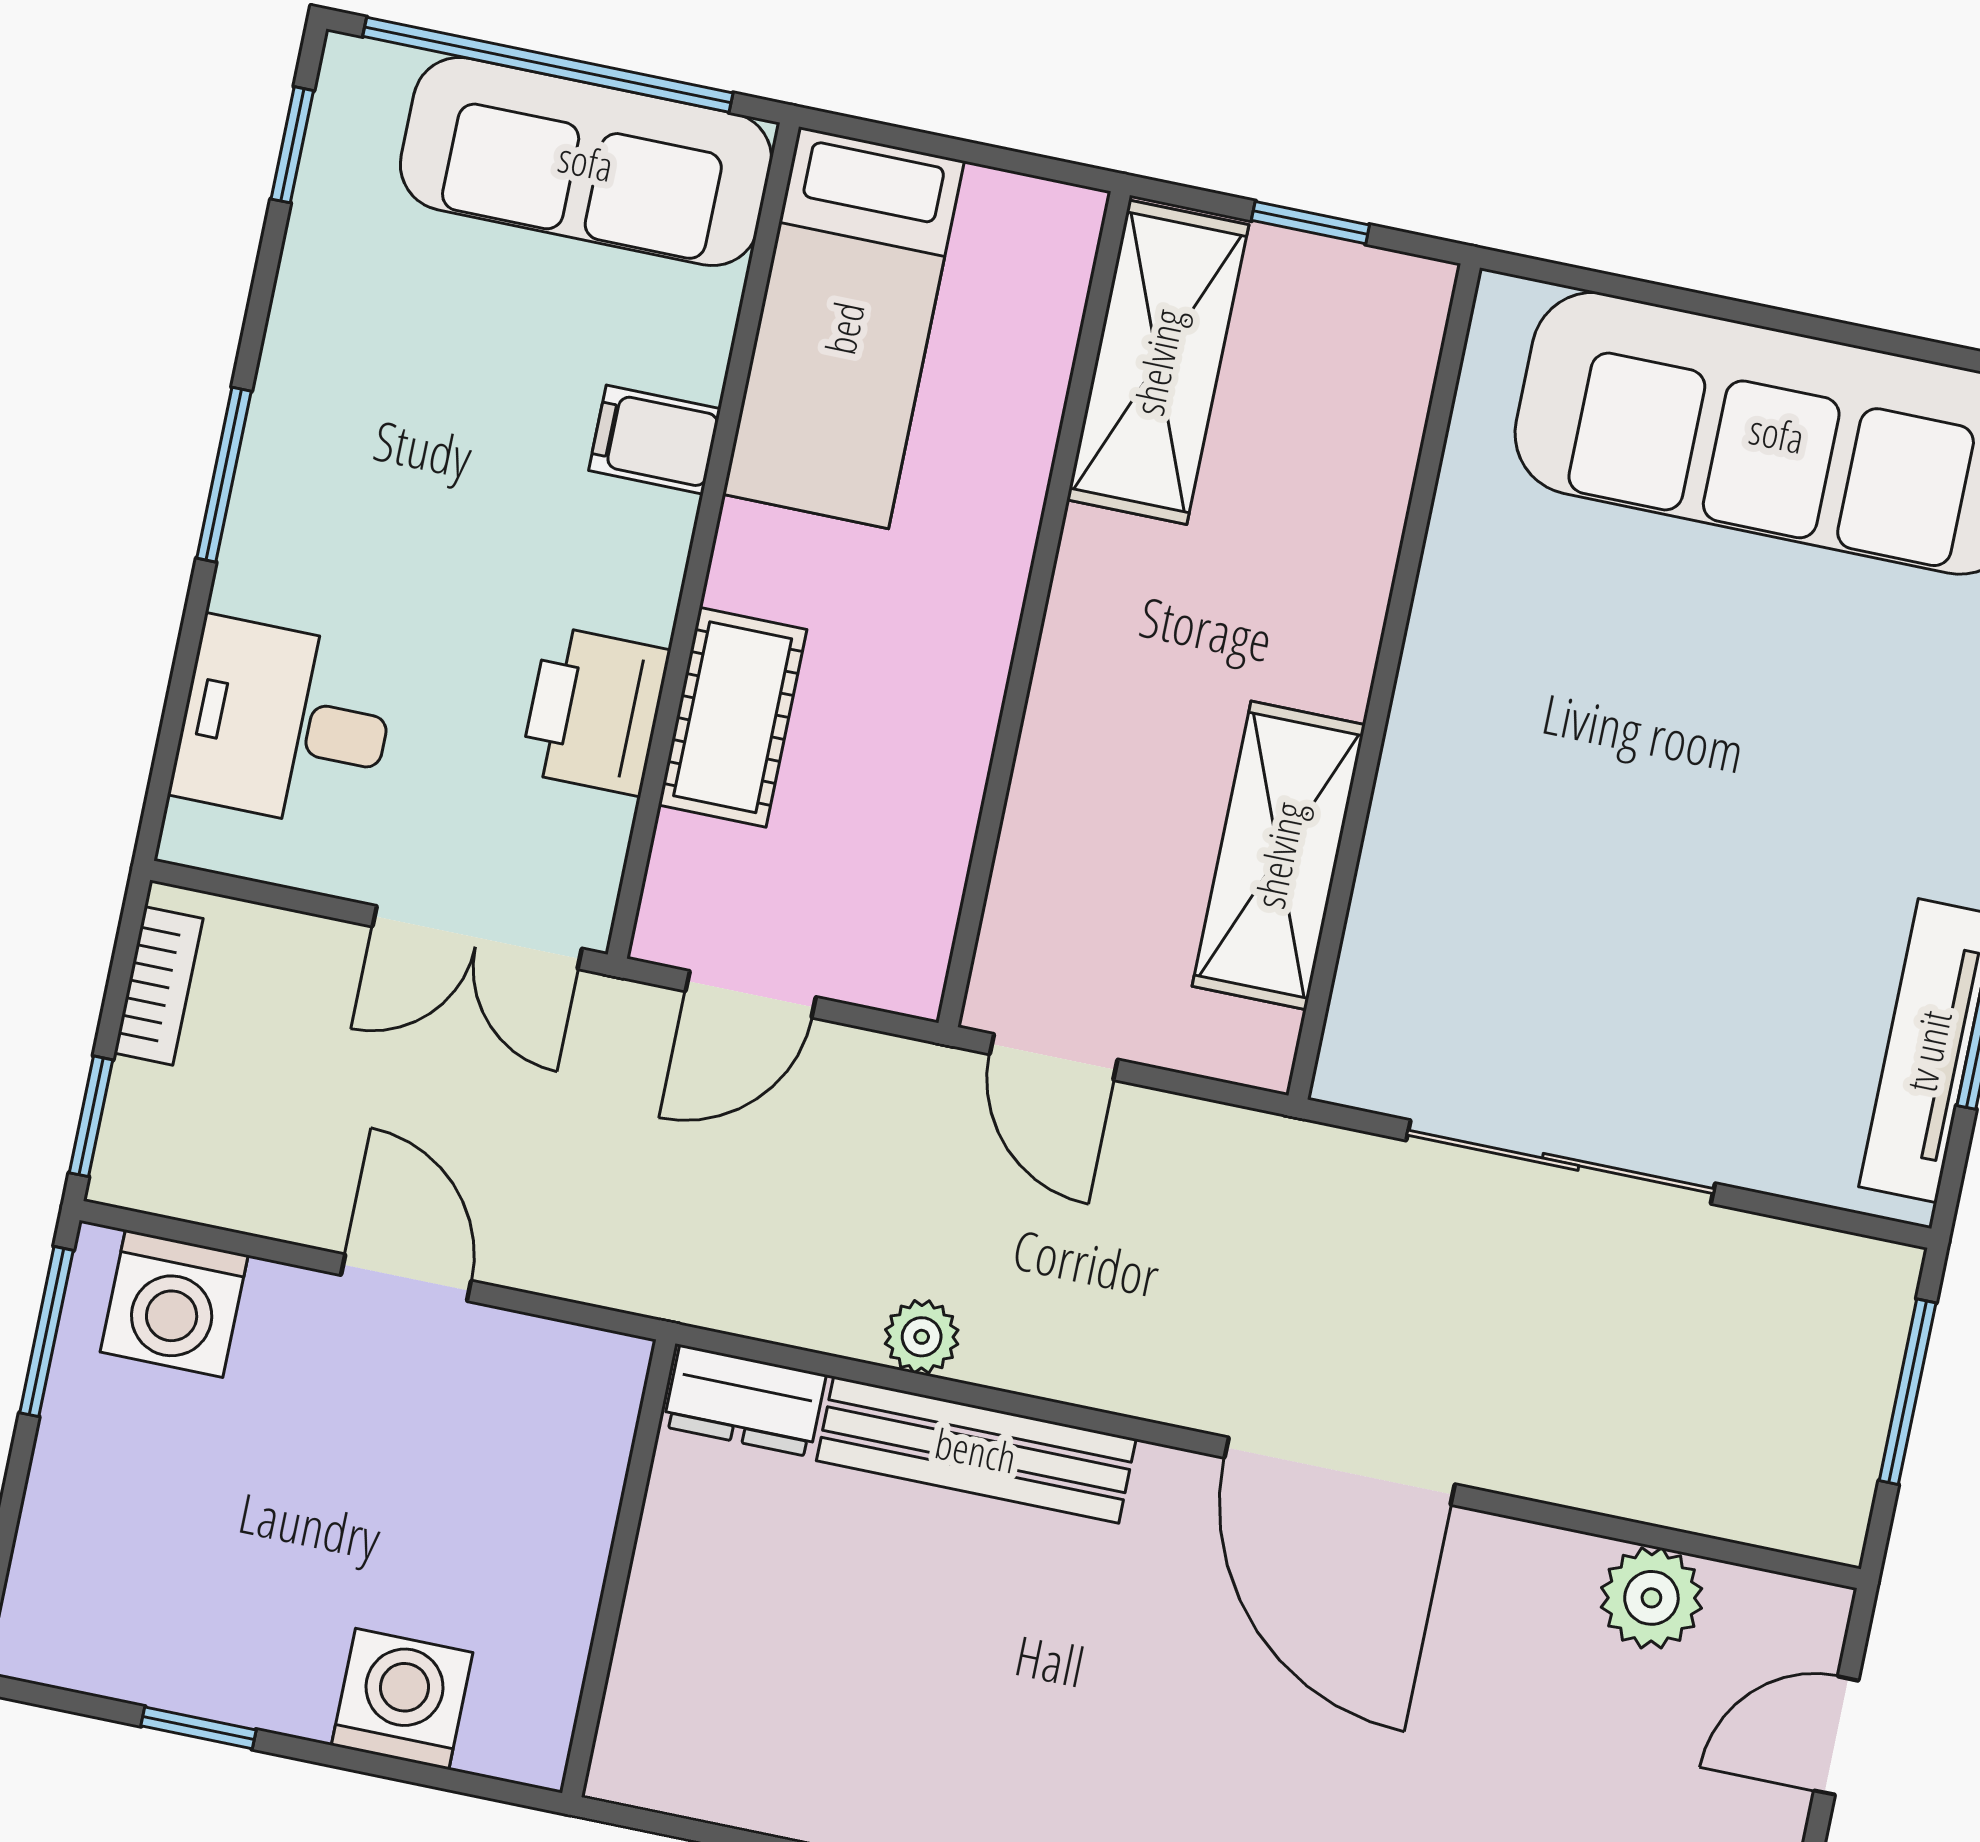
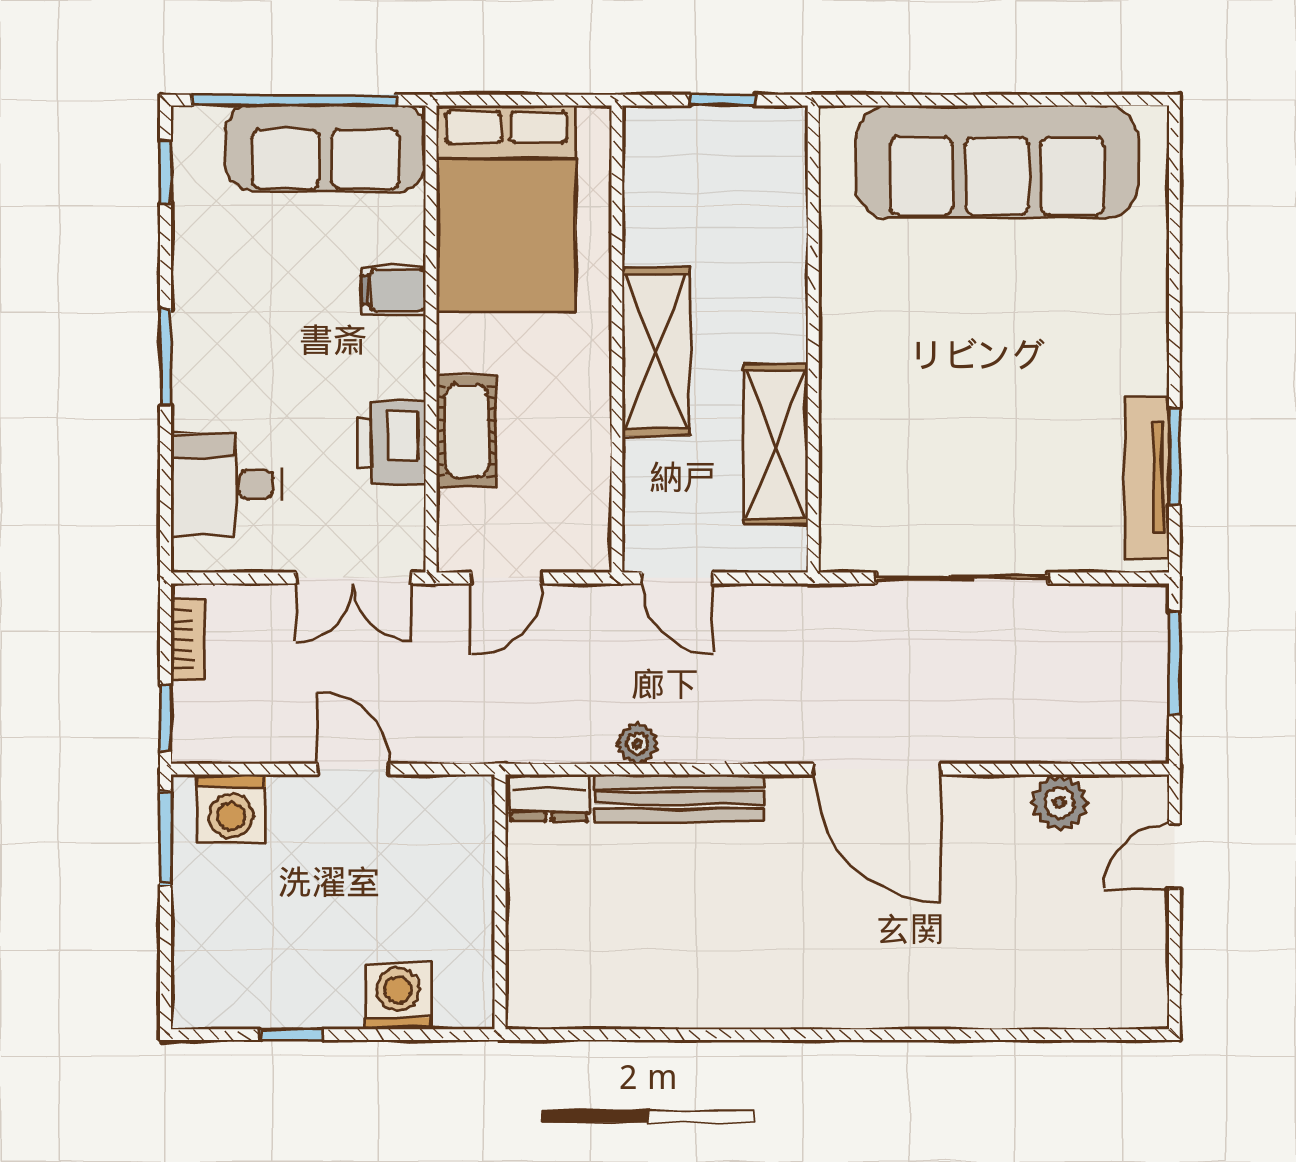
bed: (844, 328) -> (506, 209), width x1.50
shelving: (1158, 362) -> (656, 351), moved

